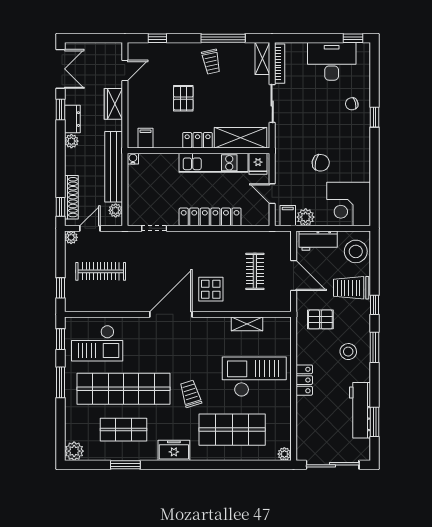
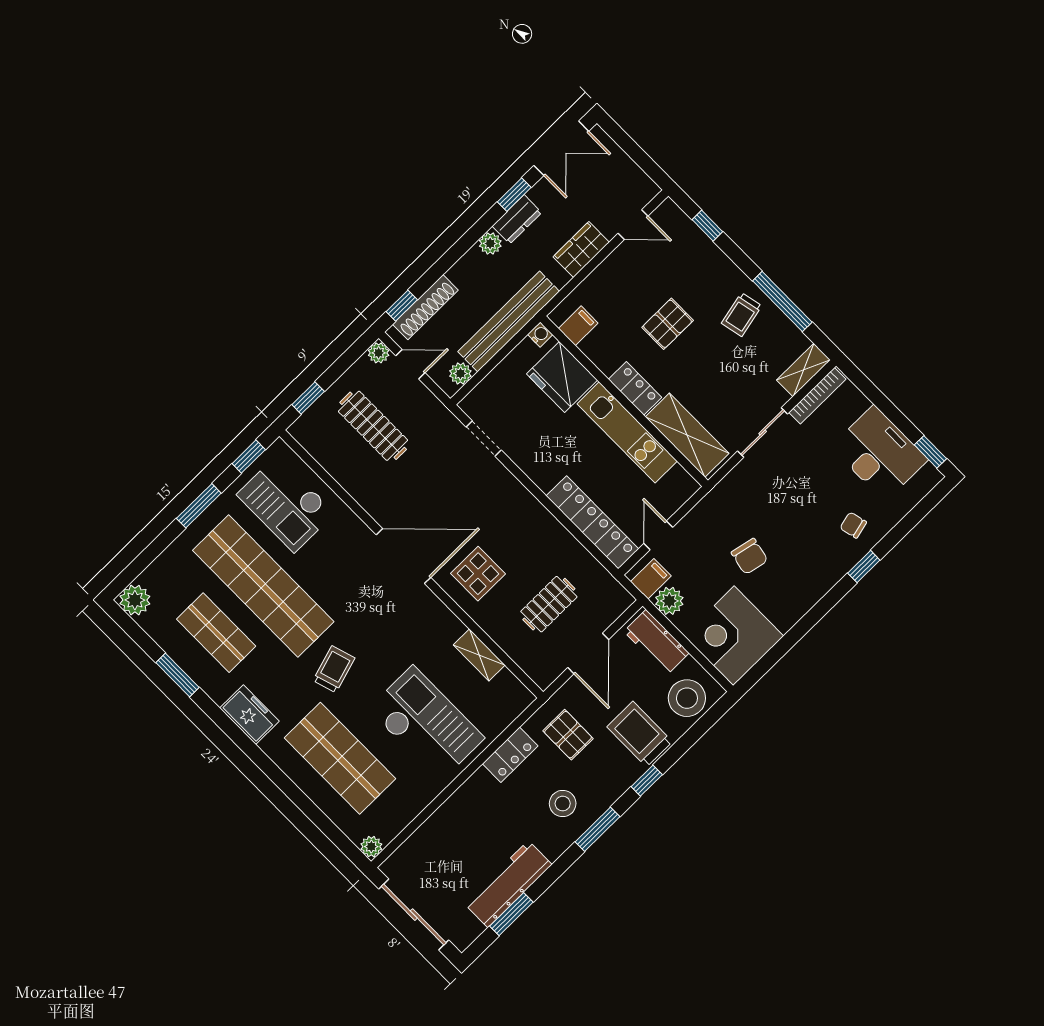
fridge: (258, 164) -> (562, 377), moved, width x1.88, depth x1.34
locker: (210, 217) -> (592, 522), moved
locker: (304, 380) -> (510, 755), moved

